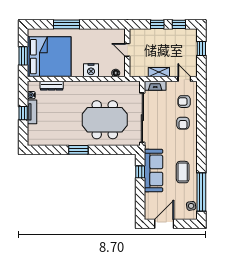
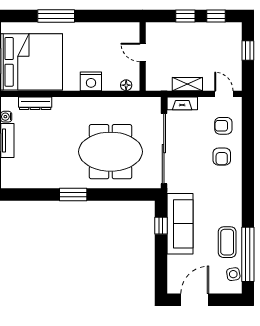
coffee table: (183, 172) -> (227, 242), moved

